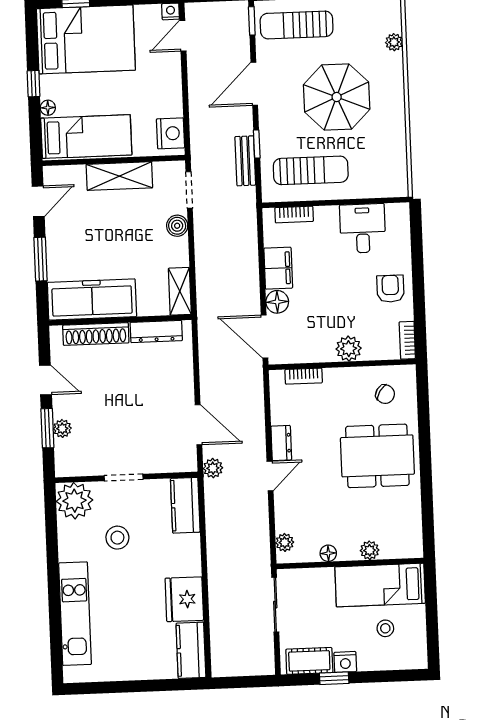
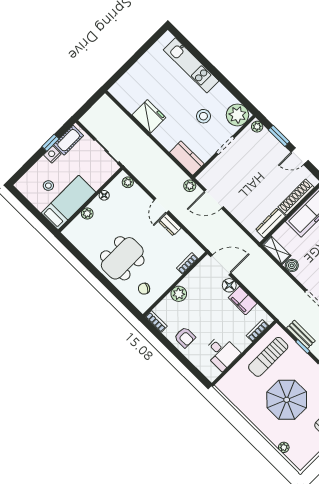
boiler: (177, 226) -> (292, 265), moved
plant: (62, 428) -> (257, 127), moved
kitchen counter: (191, 650) -> (125, 97), removed

